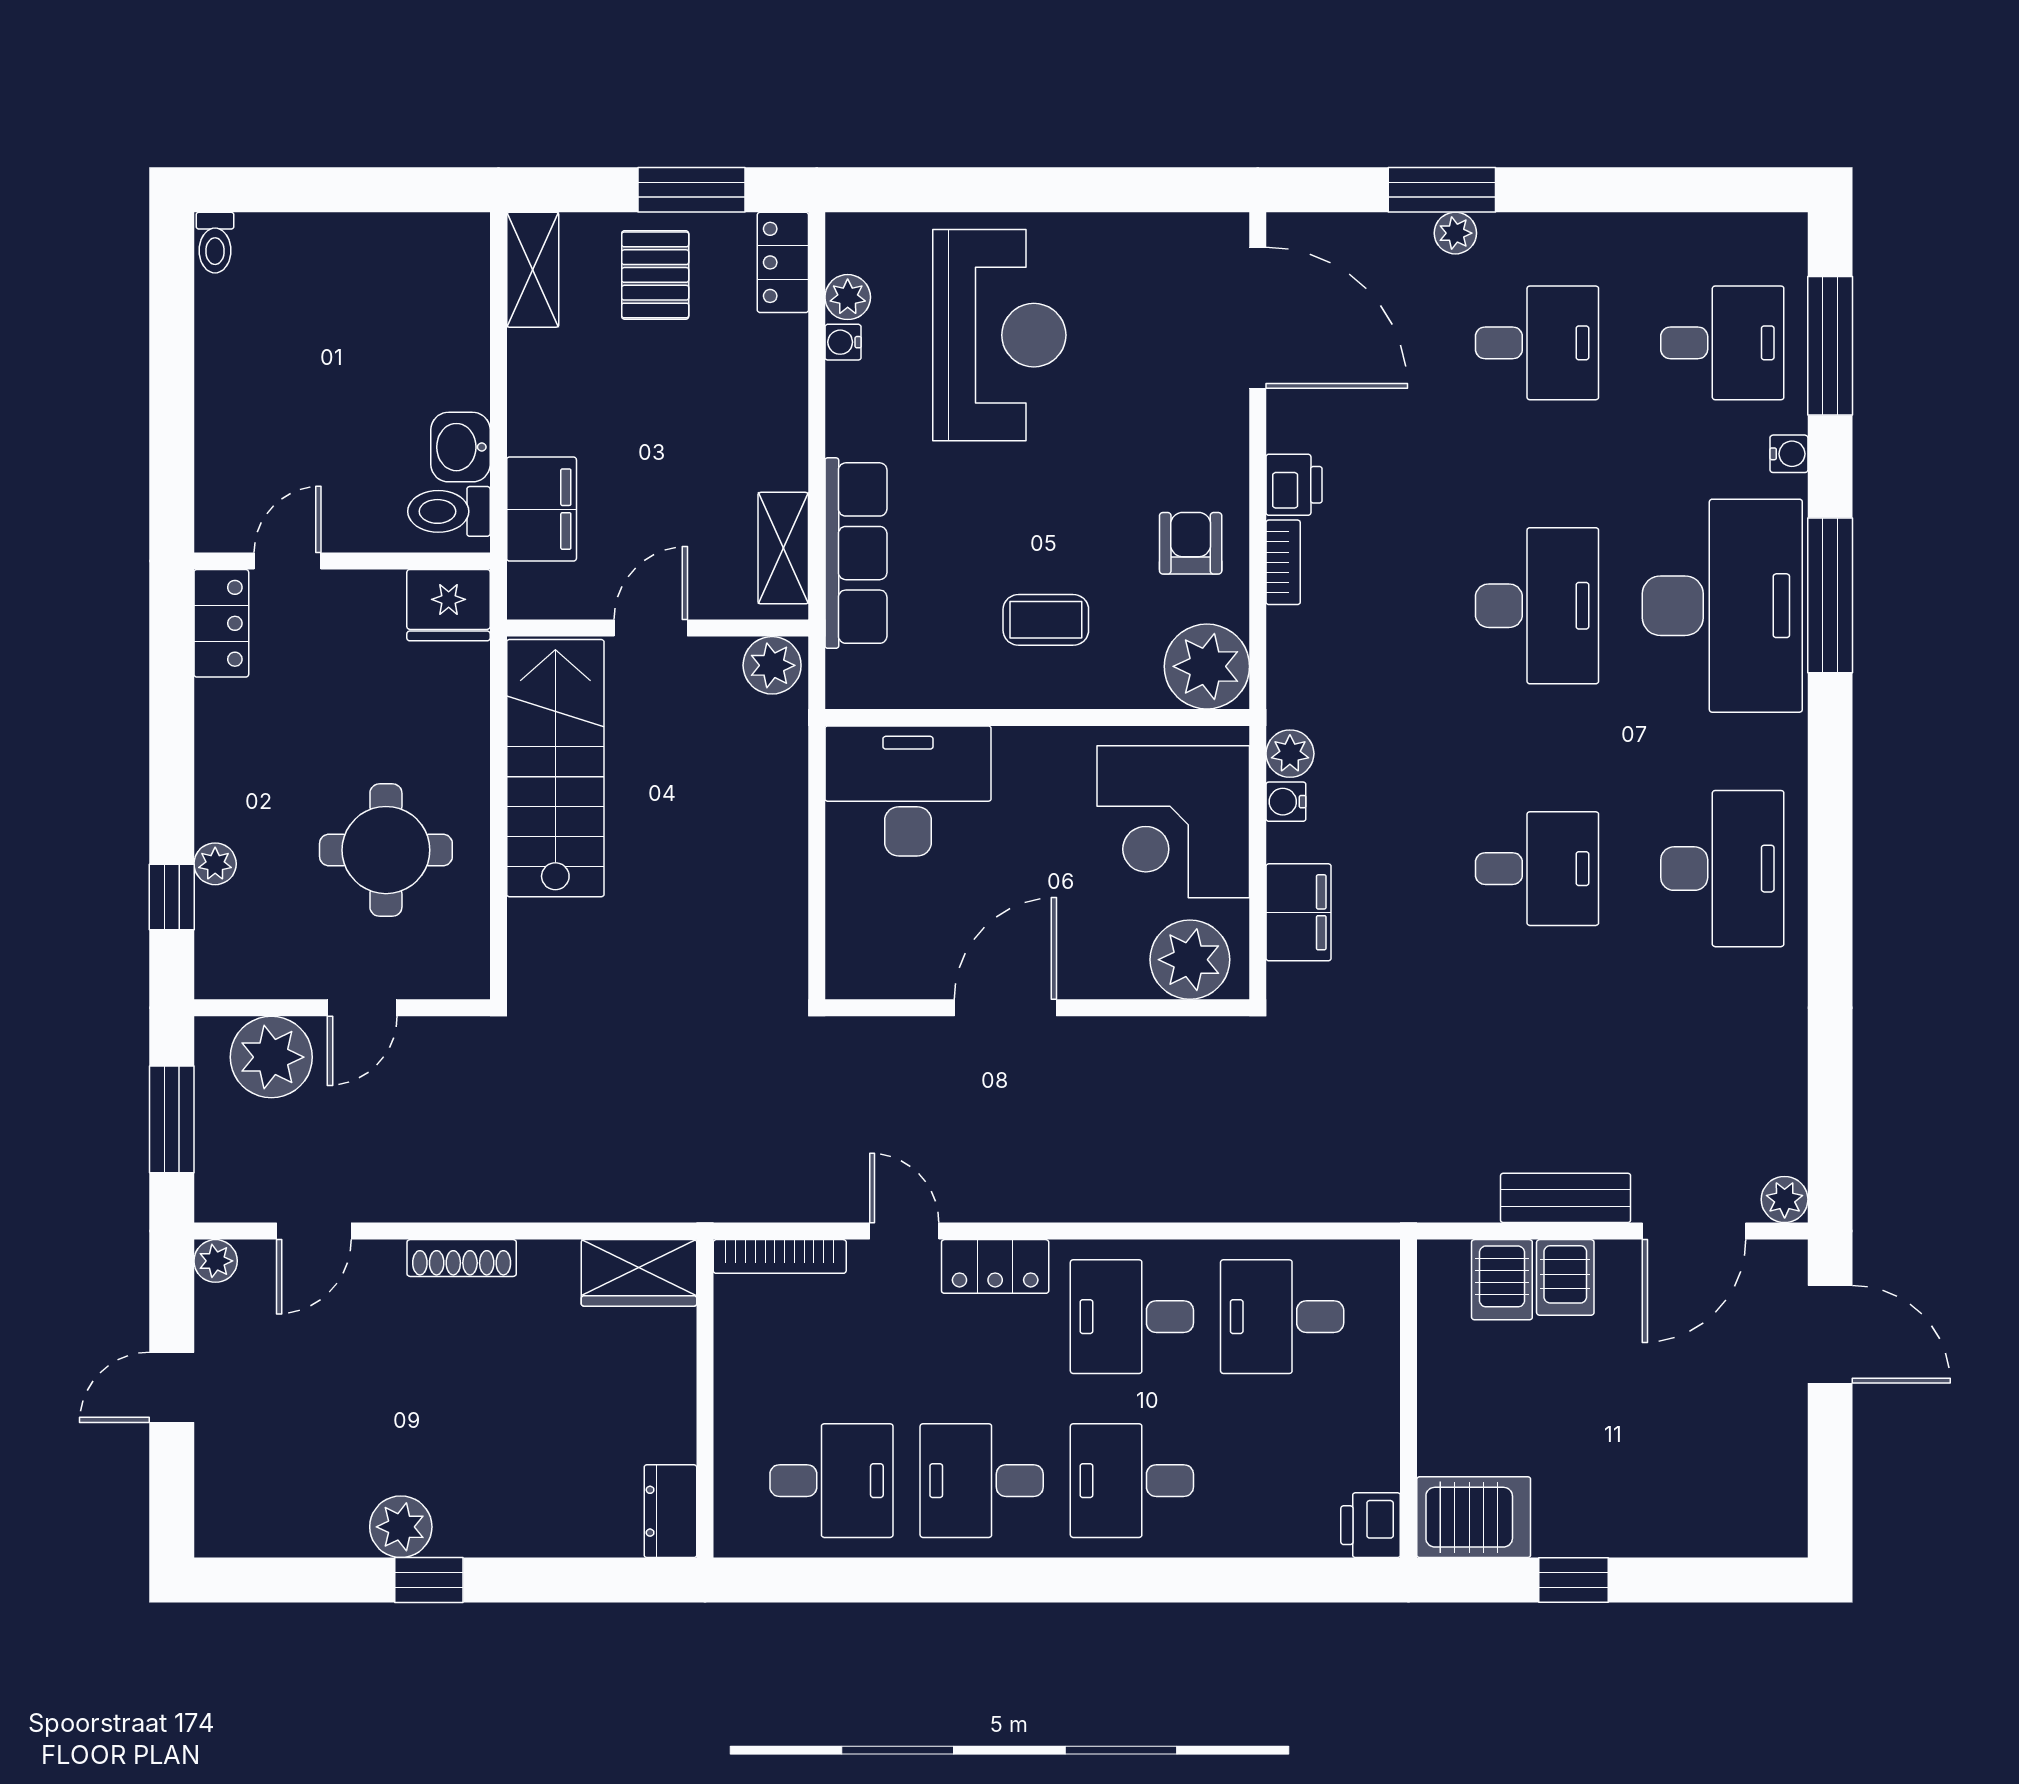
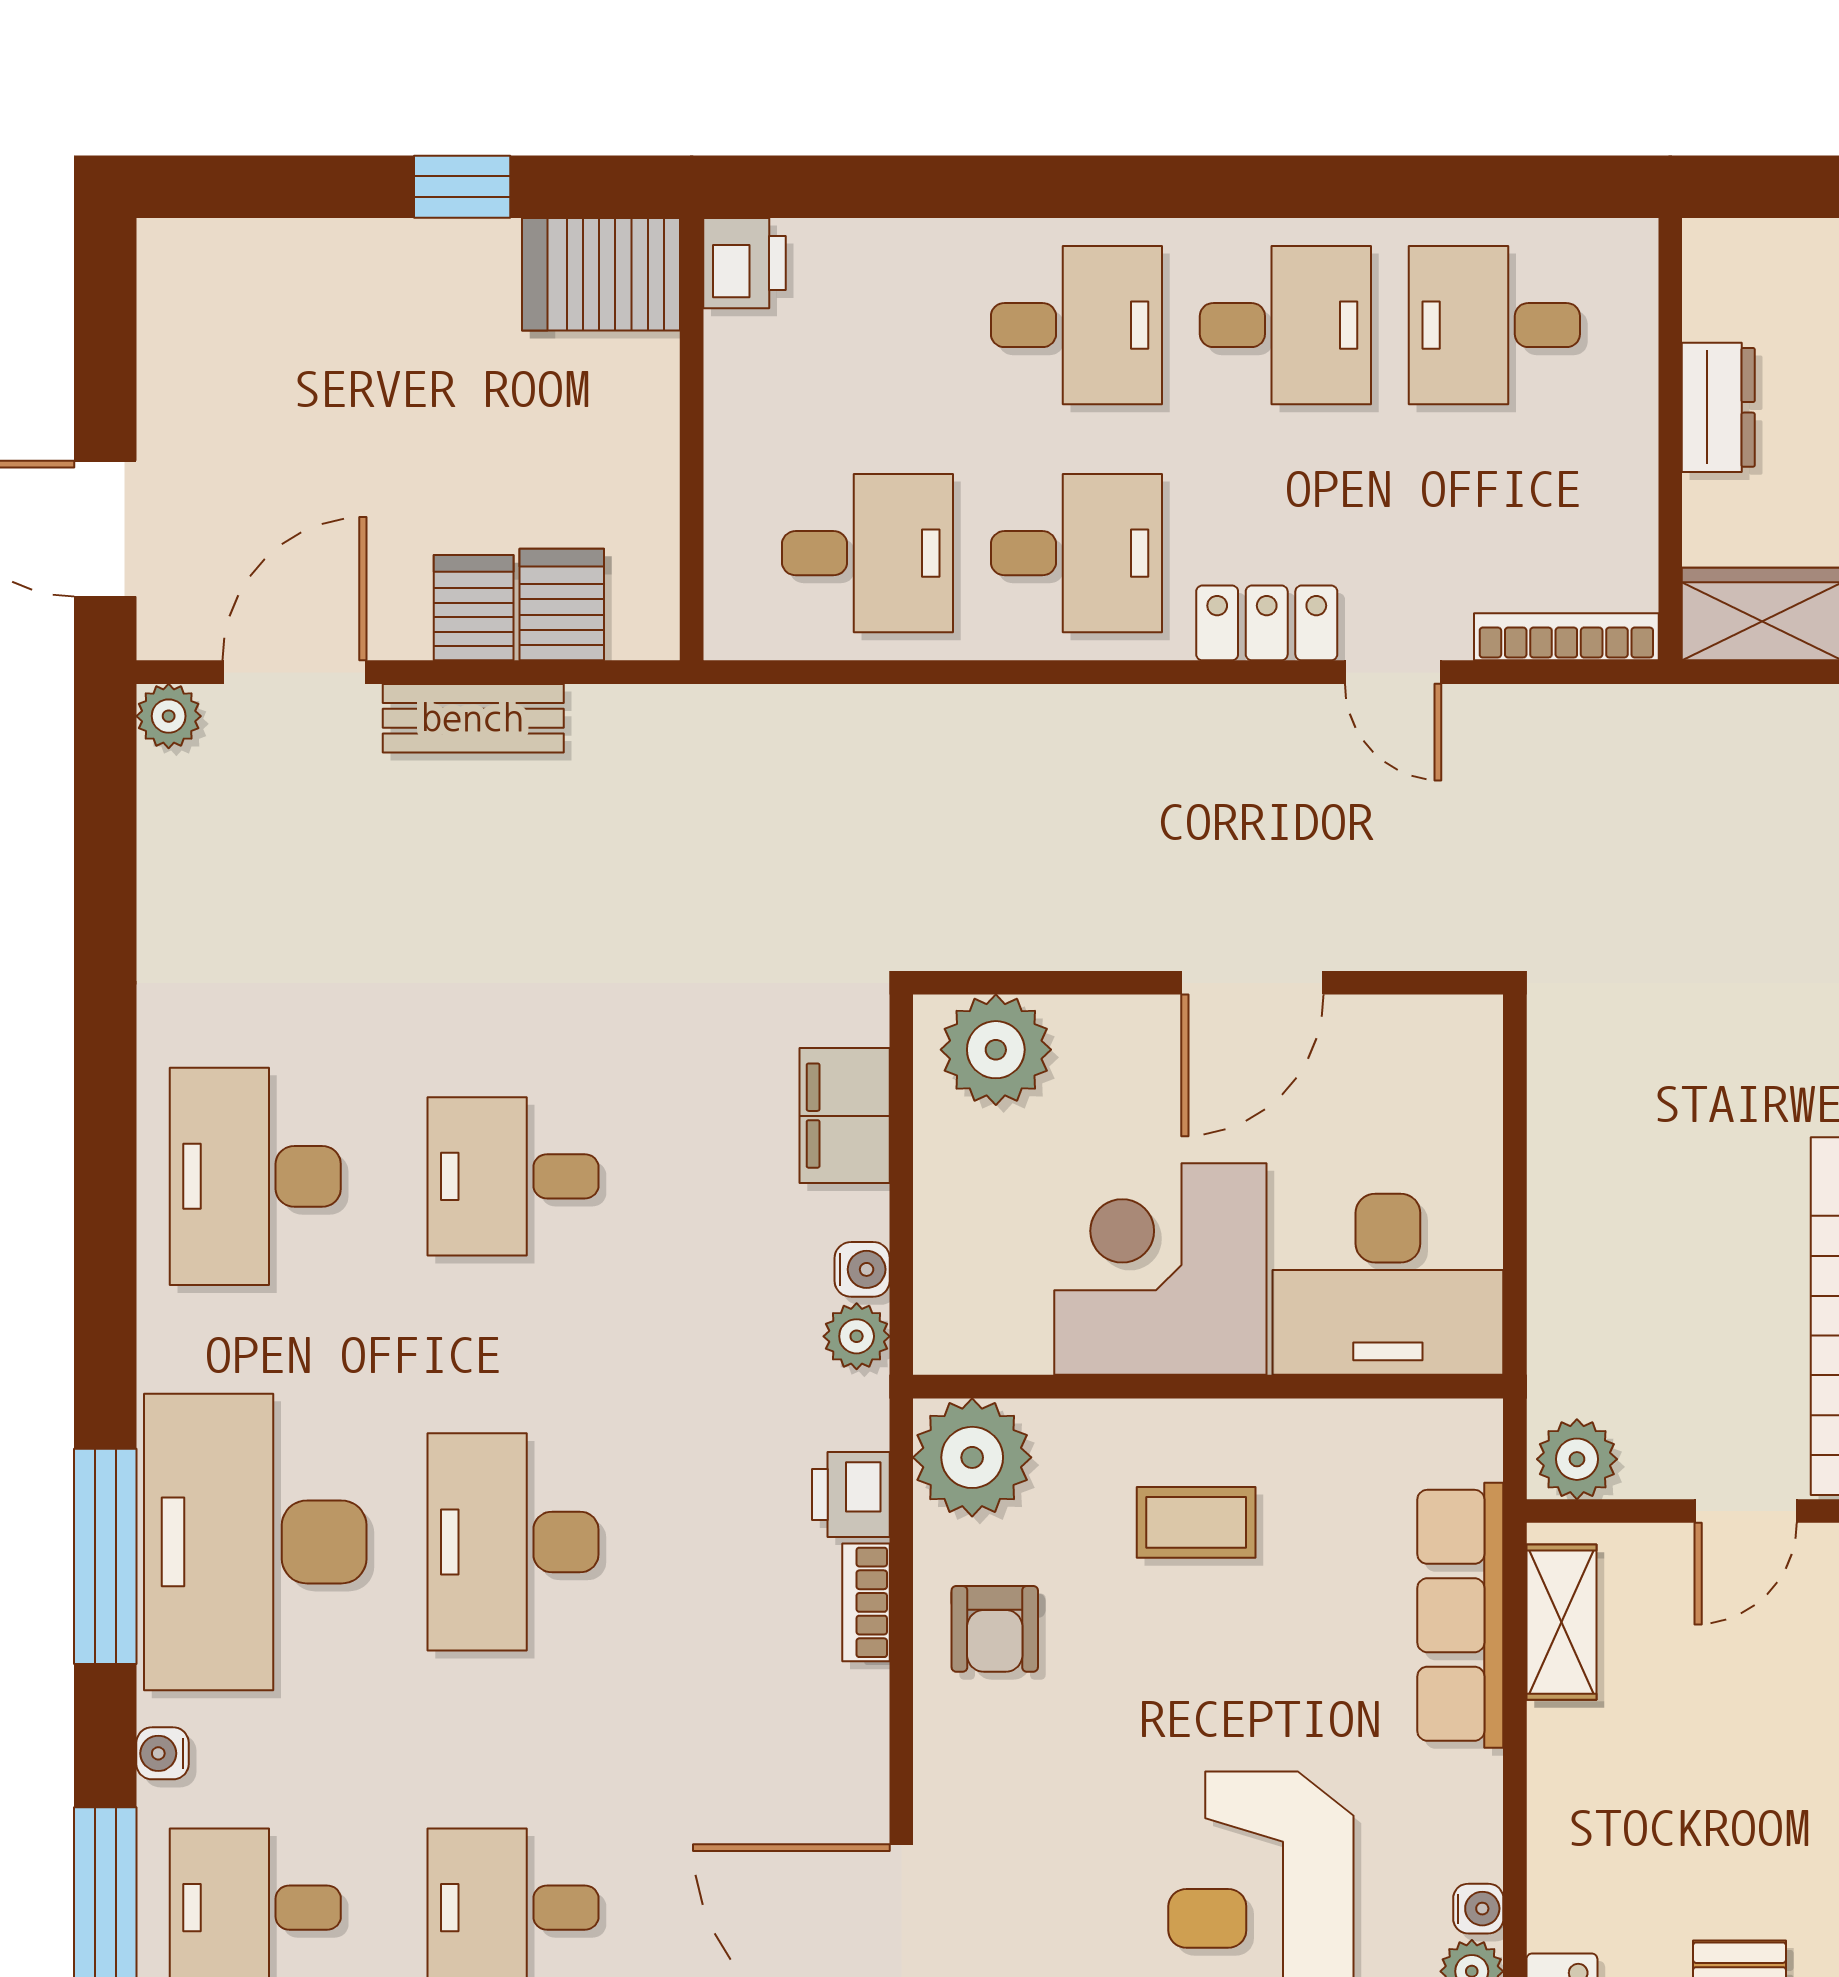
printer: (1294, 485) -> (851, 1495), moved
corner desk: (1173, 822) -> (1160, 1269), moved, turned -90
dresser: (670, 1511) -> (1718, 407), moved

